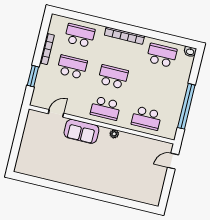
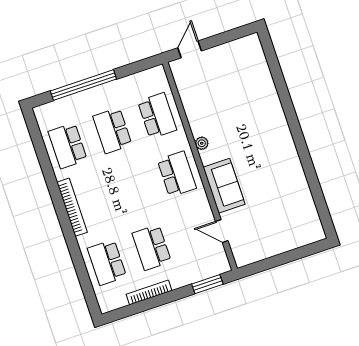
washbasin: (190, 52) -> (41, 113), removed
window: (33, 76) -> (207, 284), moved
school desk: (113, 77) -> (112, 131), moved
window: (186, 106) -> (83, 85), moved
door: (173, 161) -> (190, 49), swing flipped

